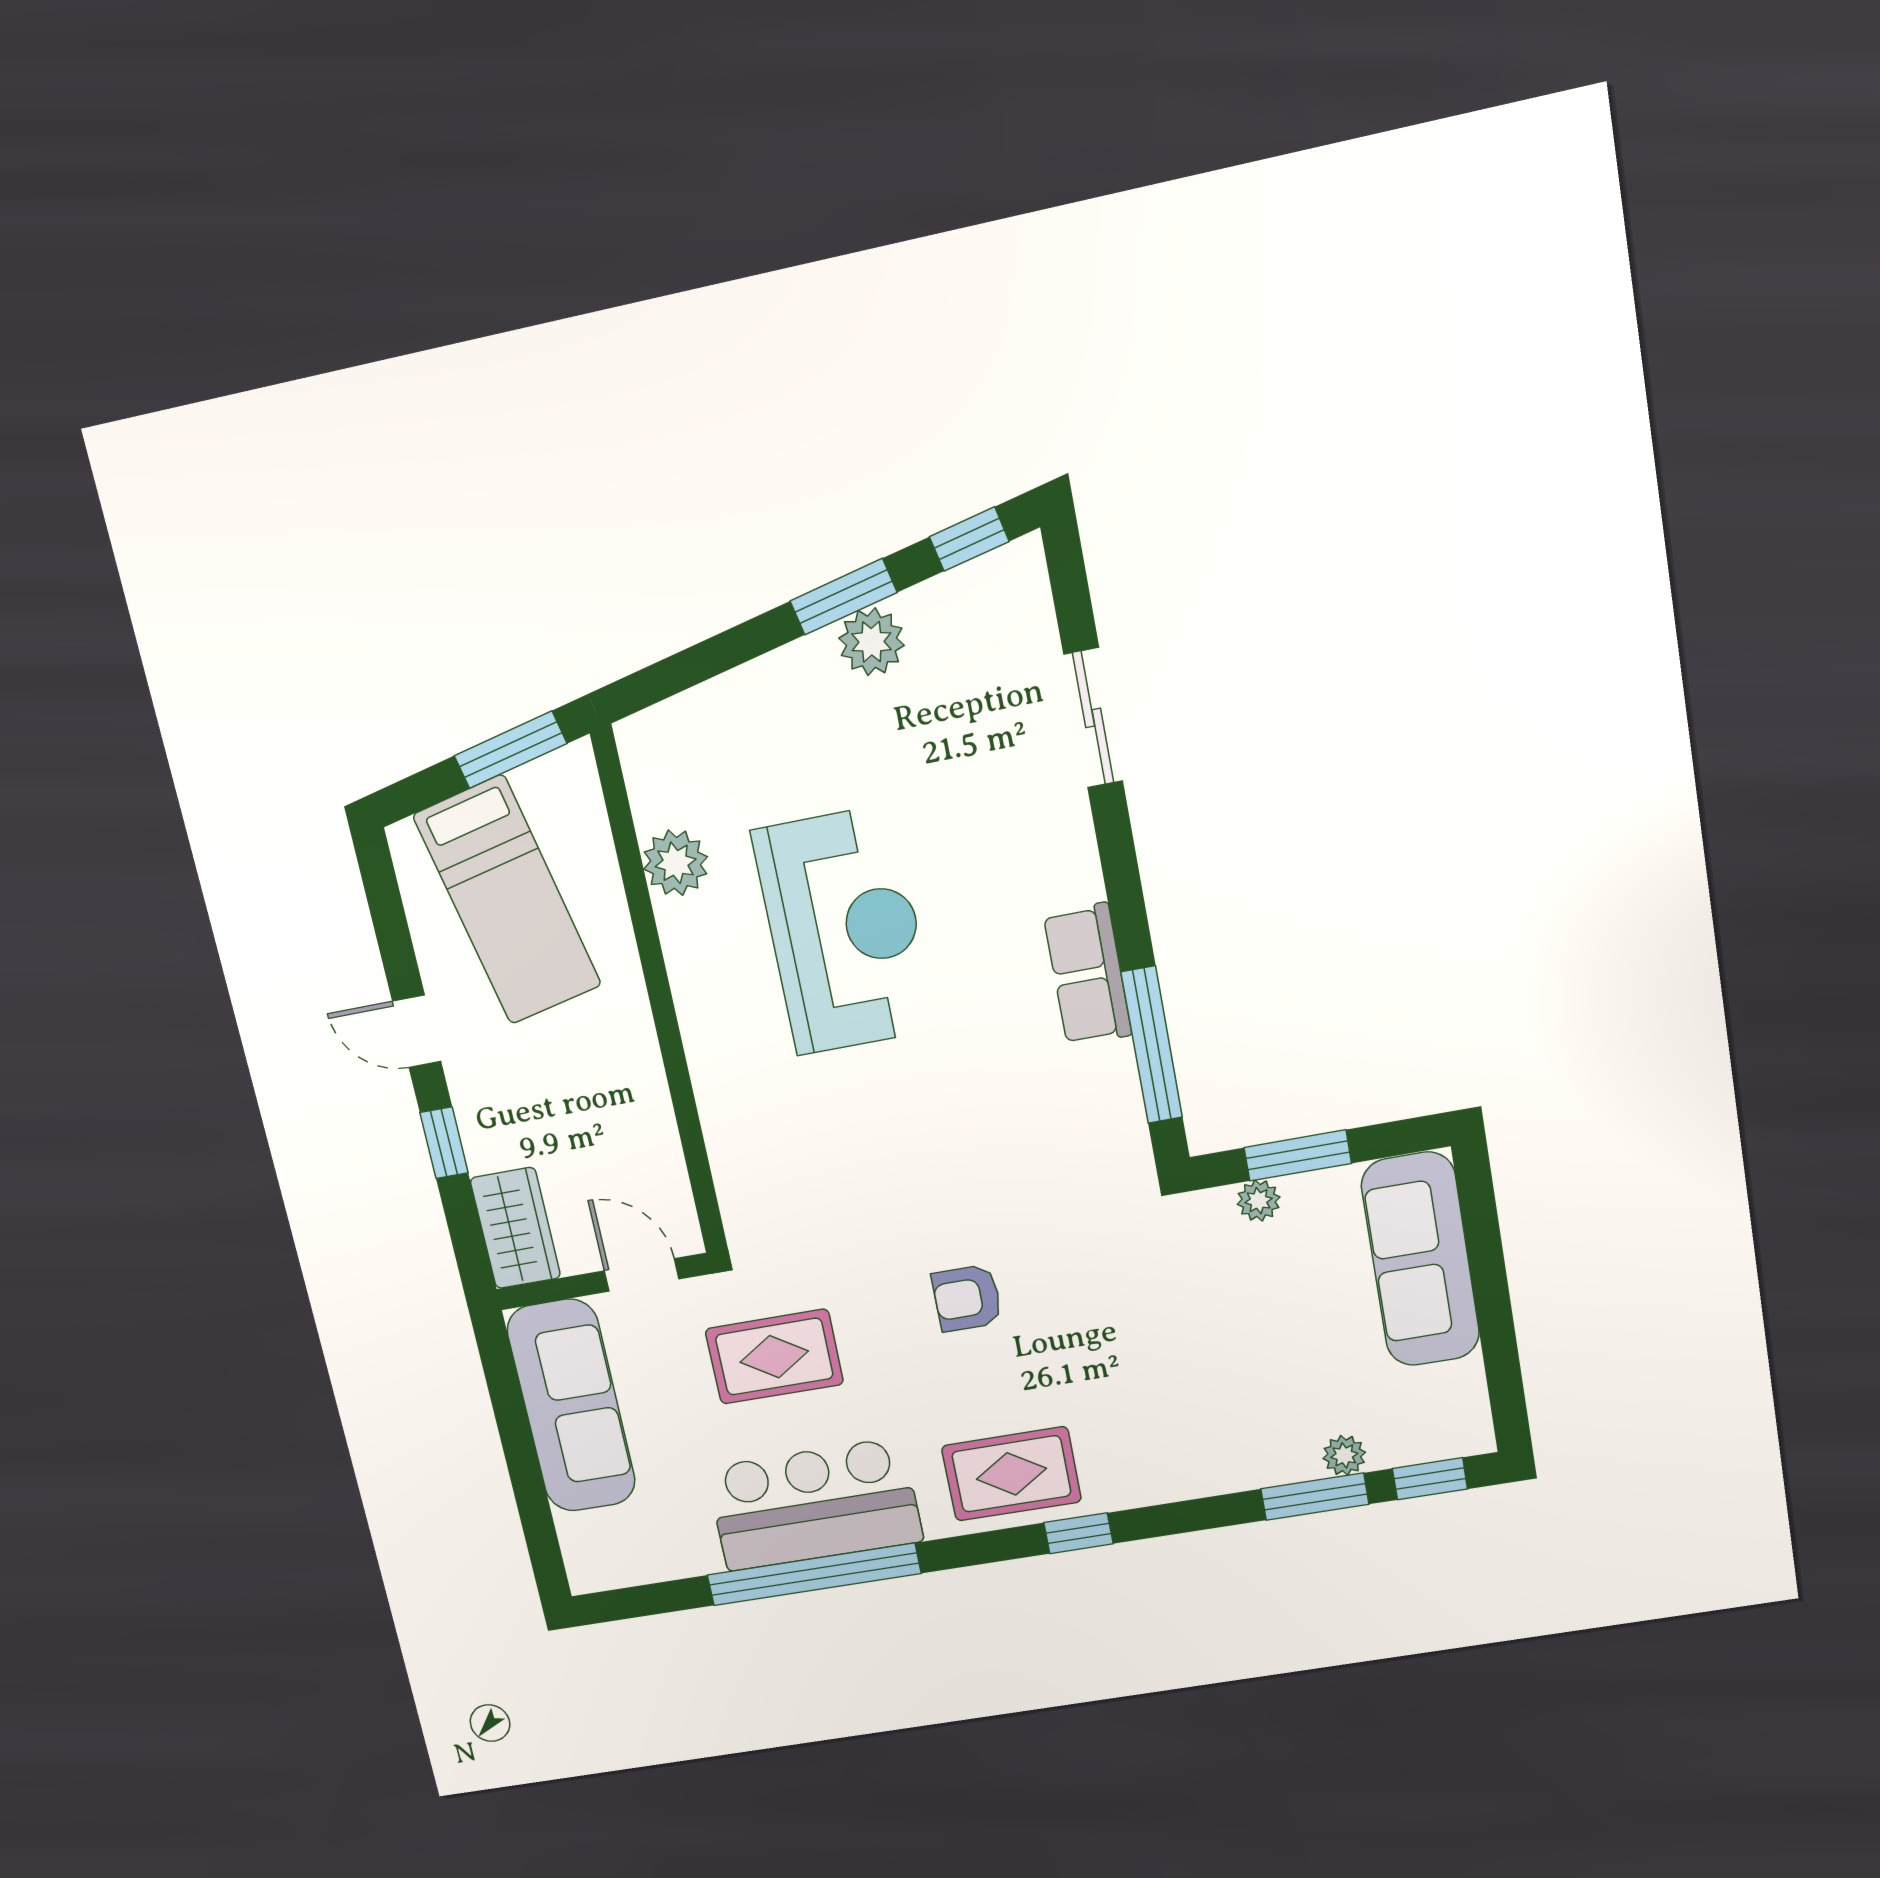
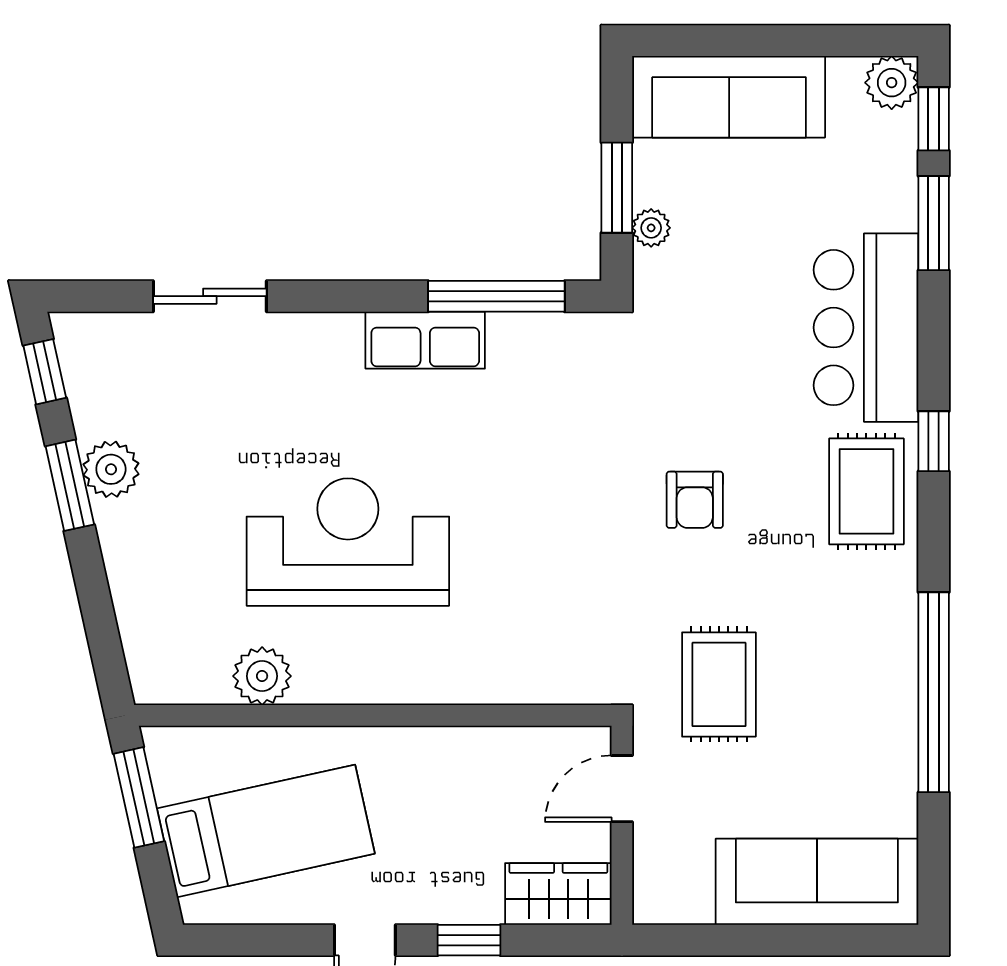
sofa: (571, 1406) -> (817, 882), moved
plant: (1344, 1455) -> (892, 83), moved, width x1.38, depth x1.38
bar counter: (814, 1505) -> (866, 328), moved

